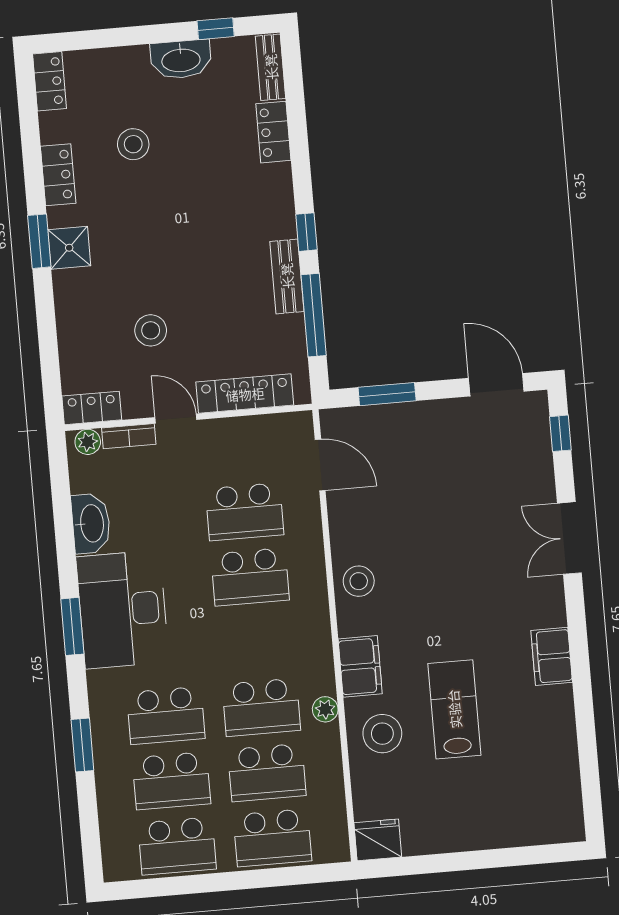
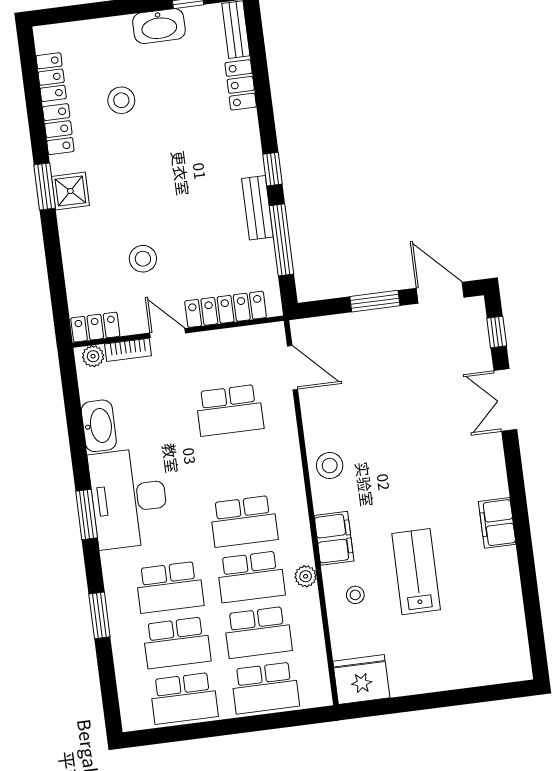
locker: (50, 81) -> (51, 77), moved
window: (387, 394) -> (375, 301), moved
double door: (569, 538) -> (505, 400), moved
school desk: (250, 577) -> (244, 521), moved
stool: (382, 734) -> (355, 595), width x0.53, depth x0.53
fridge: (378, 840) -> (361, 679), width x1.36, depth x1.34

